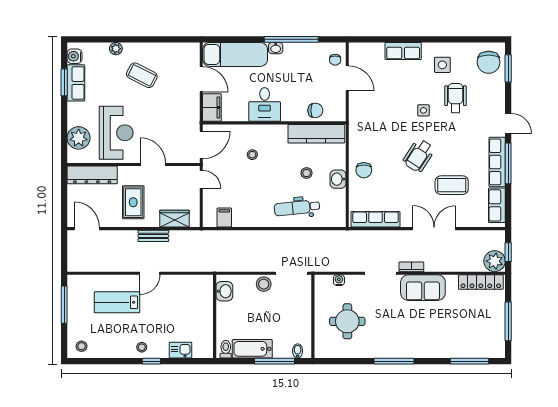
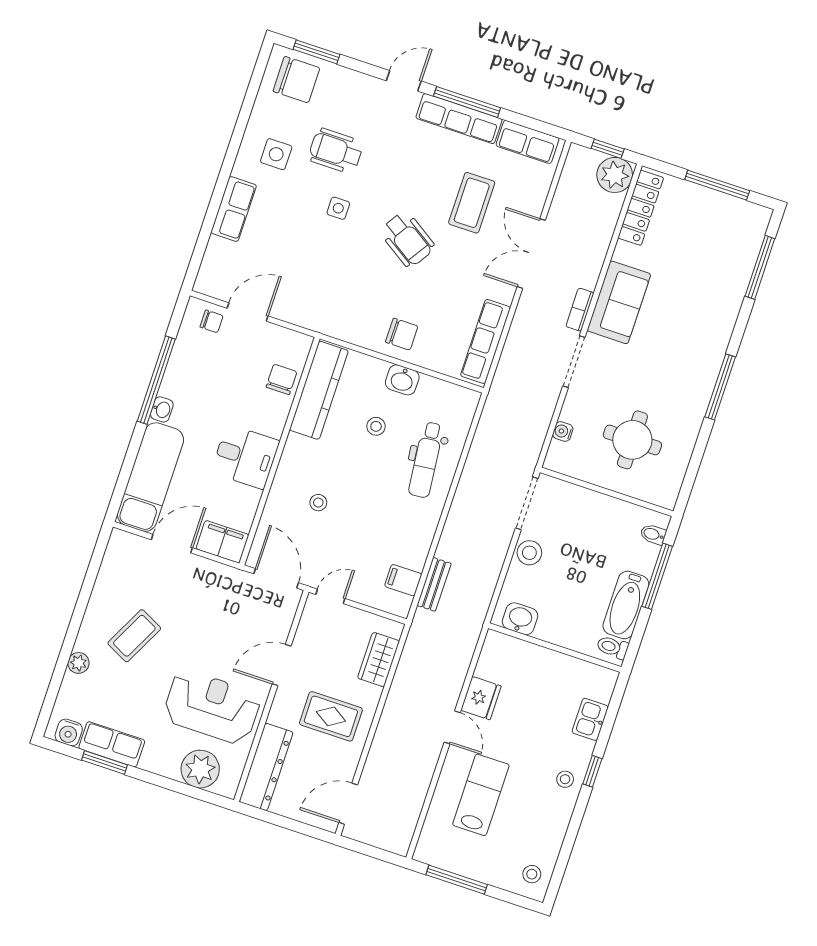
bench: (153, 236) -> (434, 584), moved
fridge: (172, 284) -> (481, 698), added
lab bench: (117, 302) -> (481, 795), turned 180

